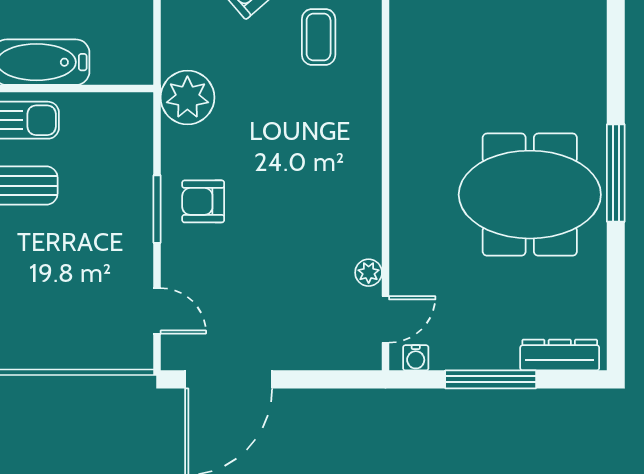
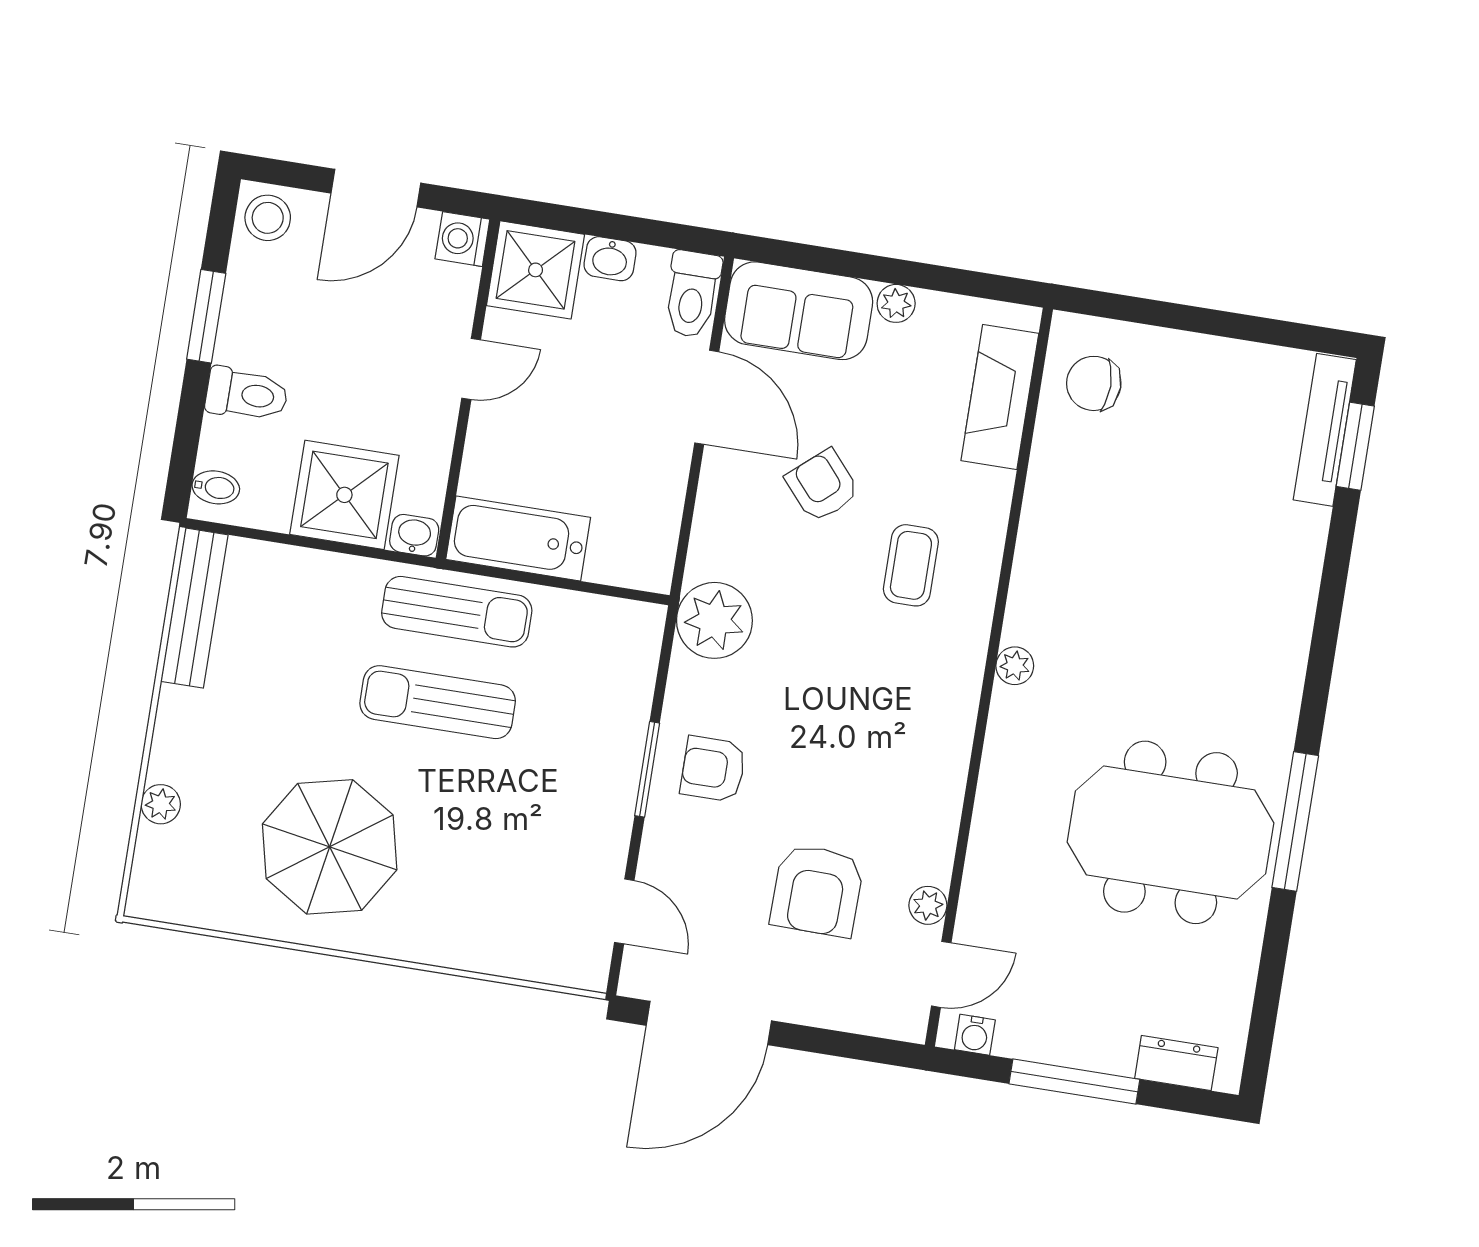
plant: (402, 96) -> (1015, 666), added
armchair: (289, 275) -> (817, 891), added
dresser: (560, 355) -> (1176, 1063), width x0.70

